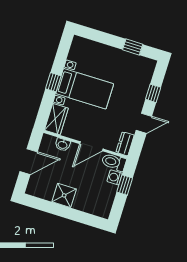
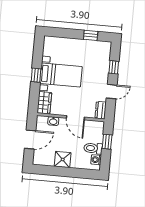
door: (91, 146) -> (75, 118), hinge flipped
toilet: (114, 162) -> (93, 148), moved
washing machine: (115, 177) -> (96, 160), moved

